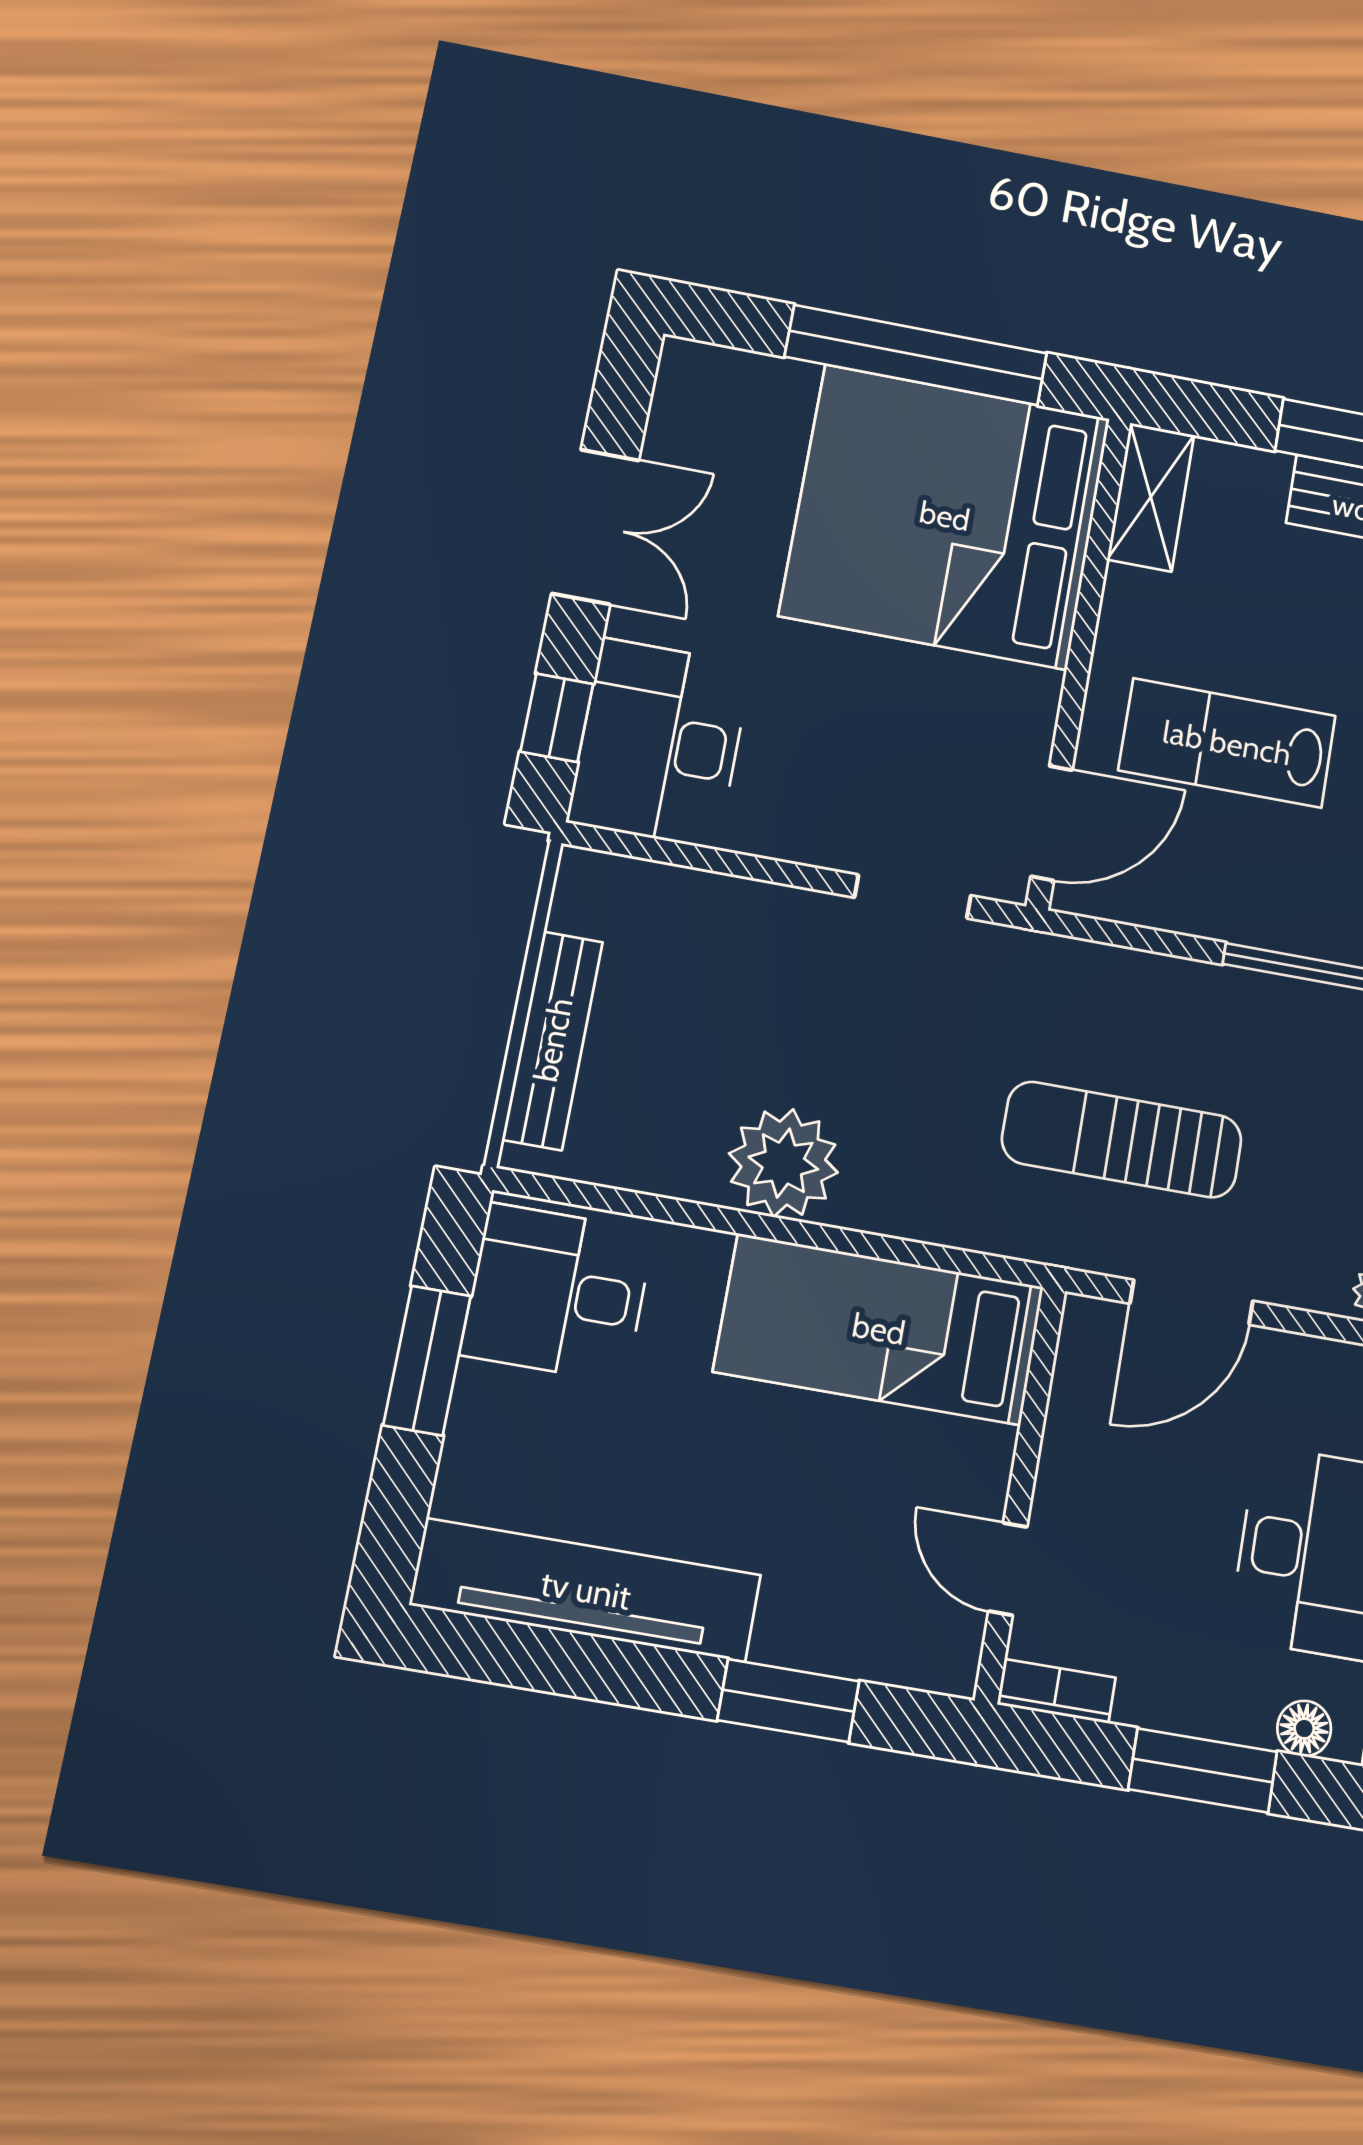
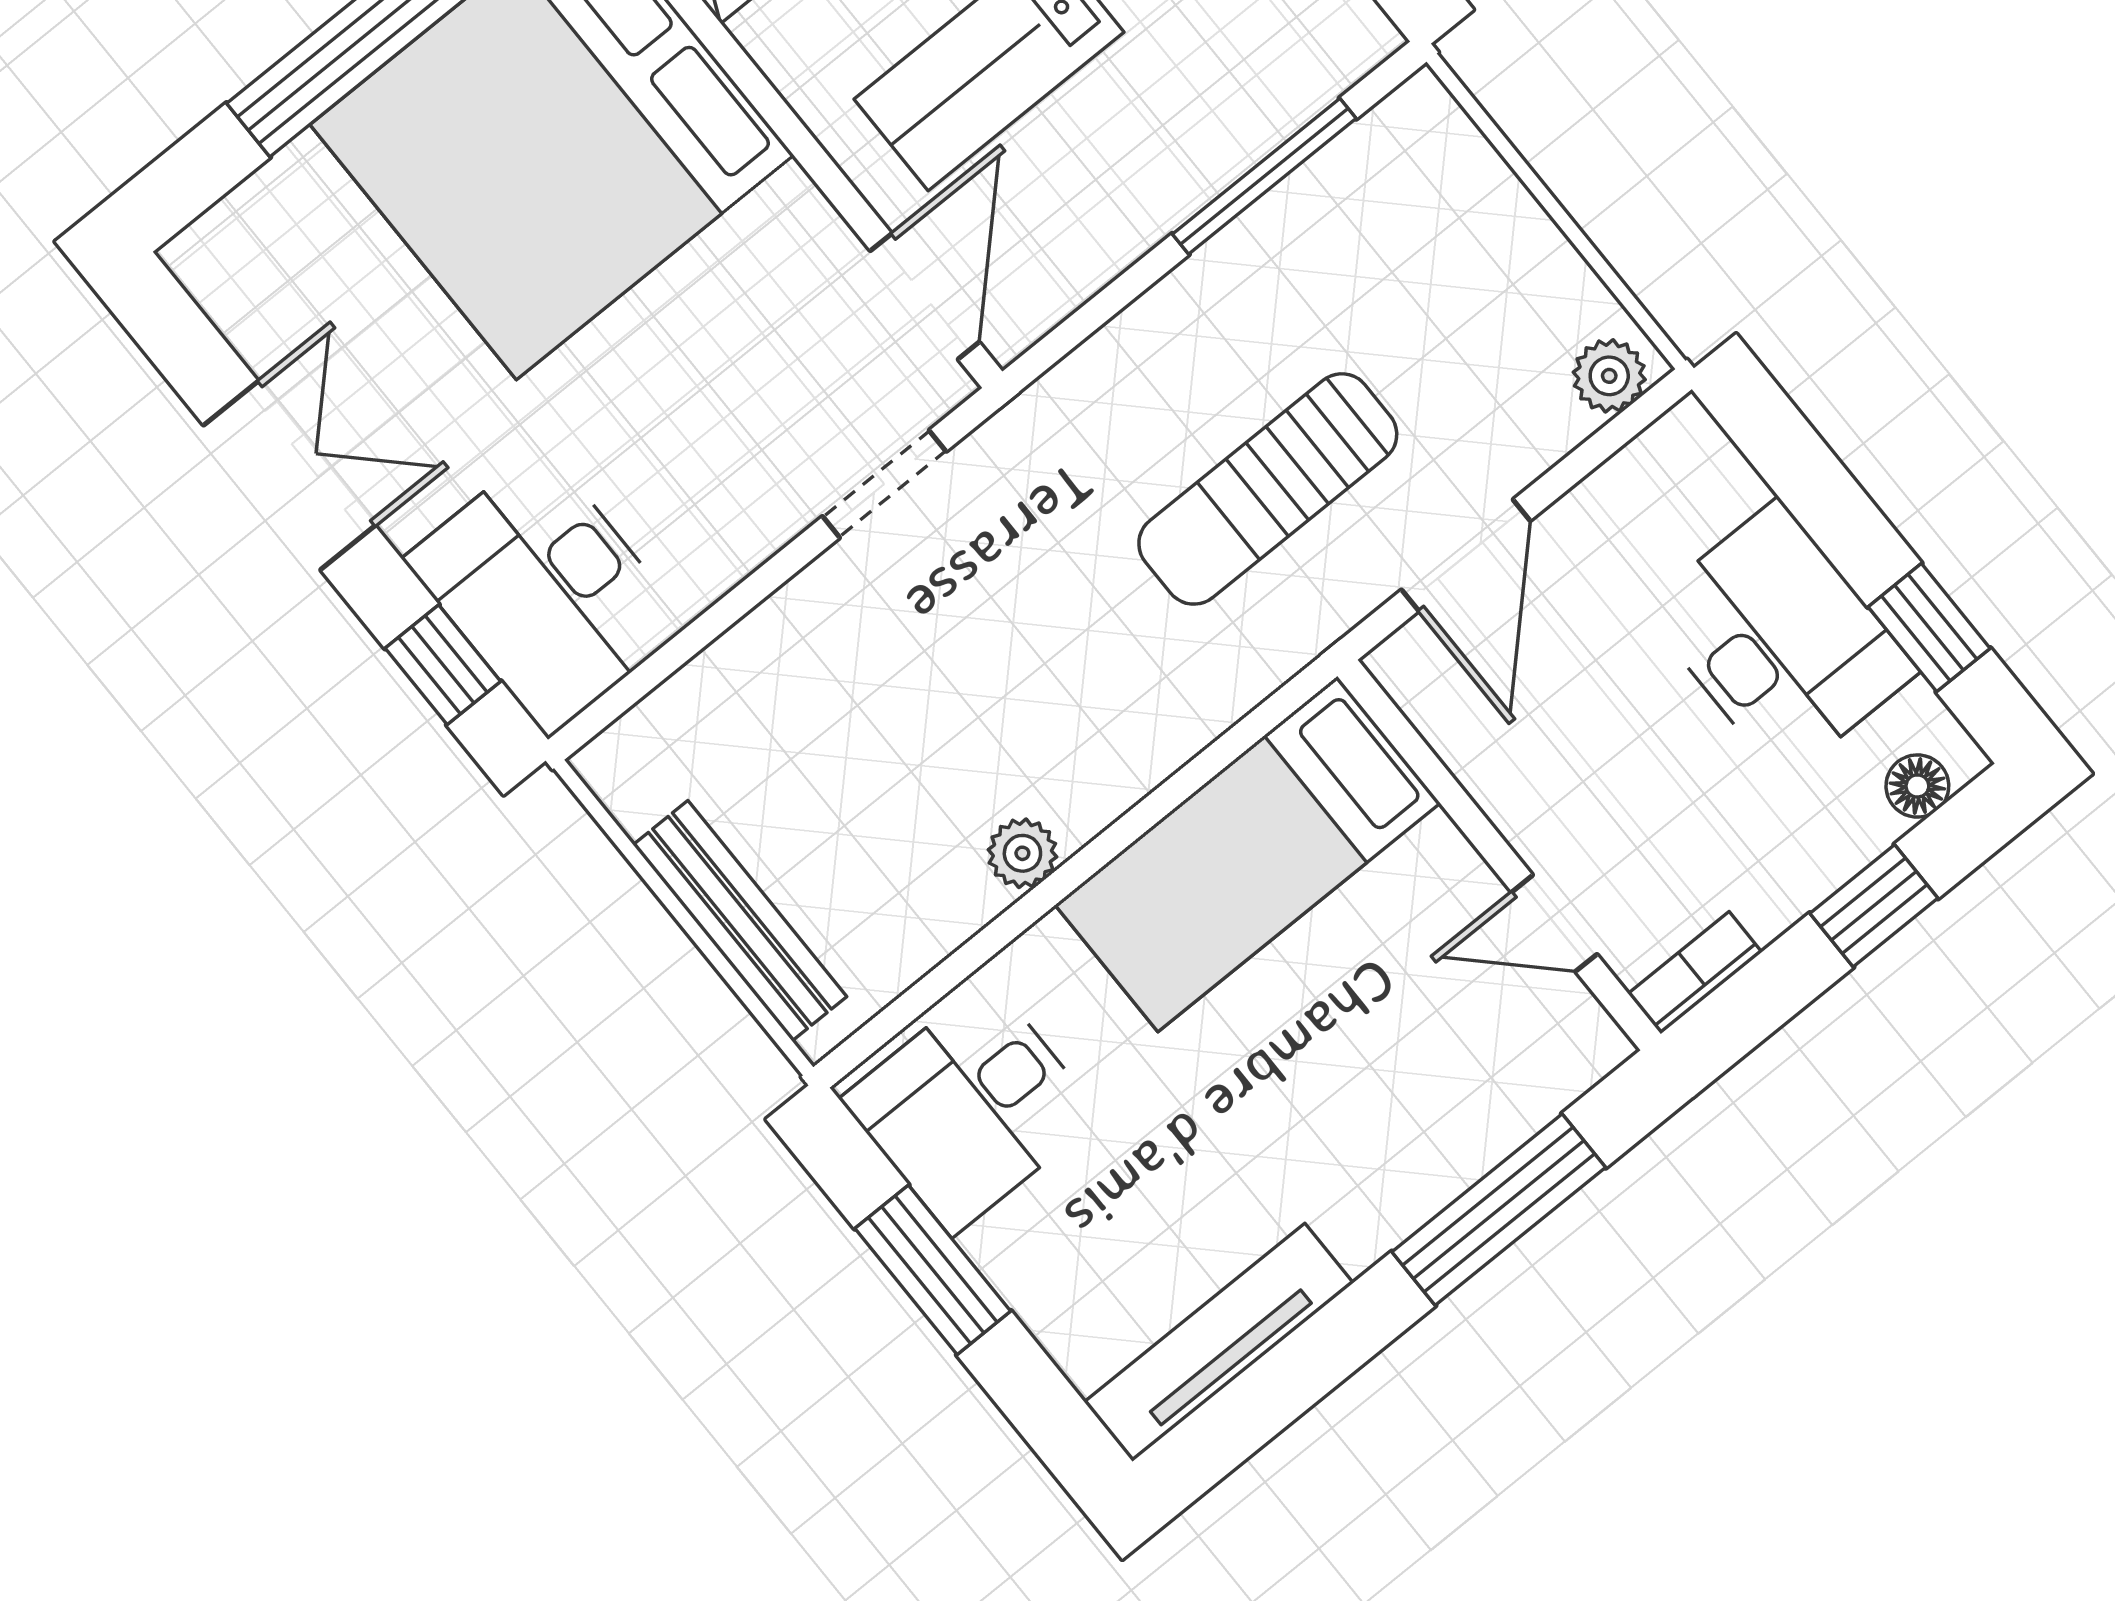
plant: (783, 1163) -> (1022, 853), width x0.53, depth x0.53
tv unit: (586, 1590) -> (1219, 1342), width x0.73, depth x0.78
window: (788, 1701) -> (1499, 1210), width x1.44
window: (1203, 1771) -> (1874, 906), width x0.67

